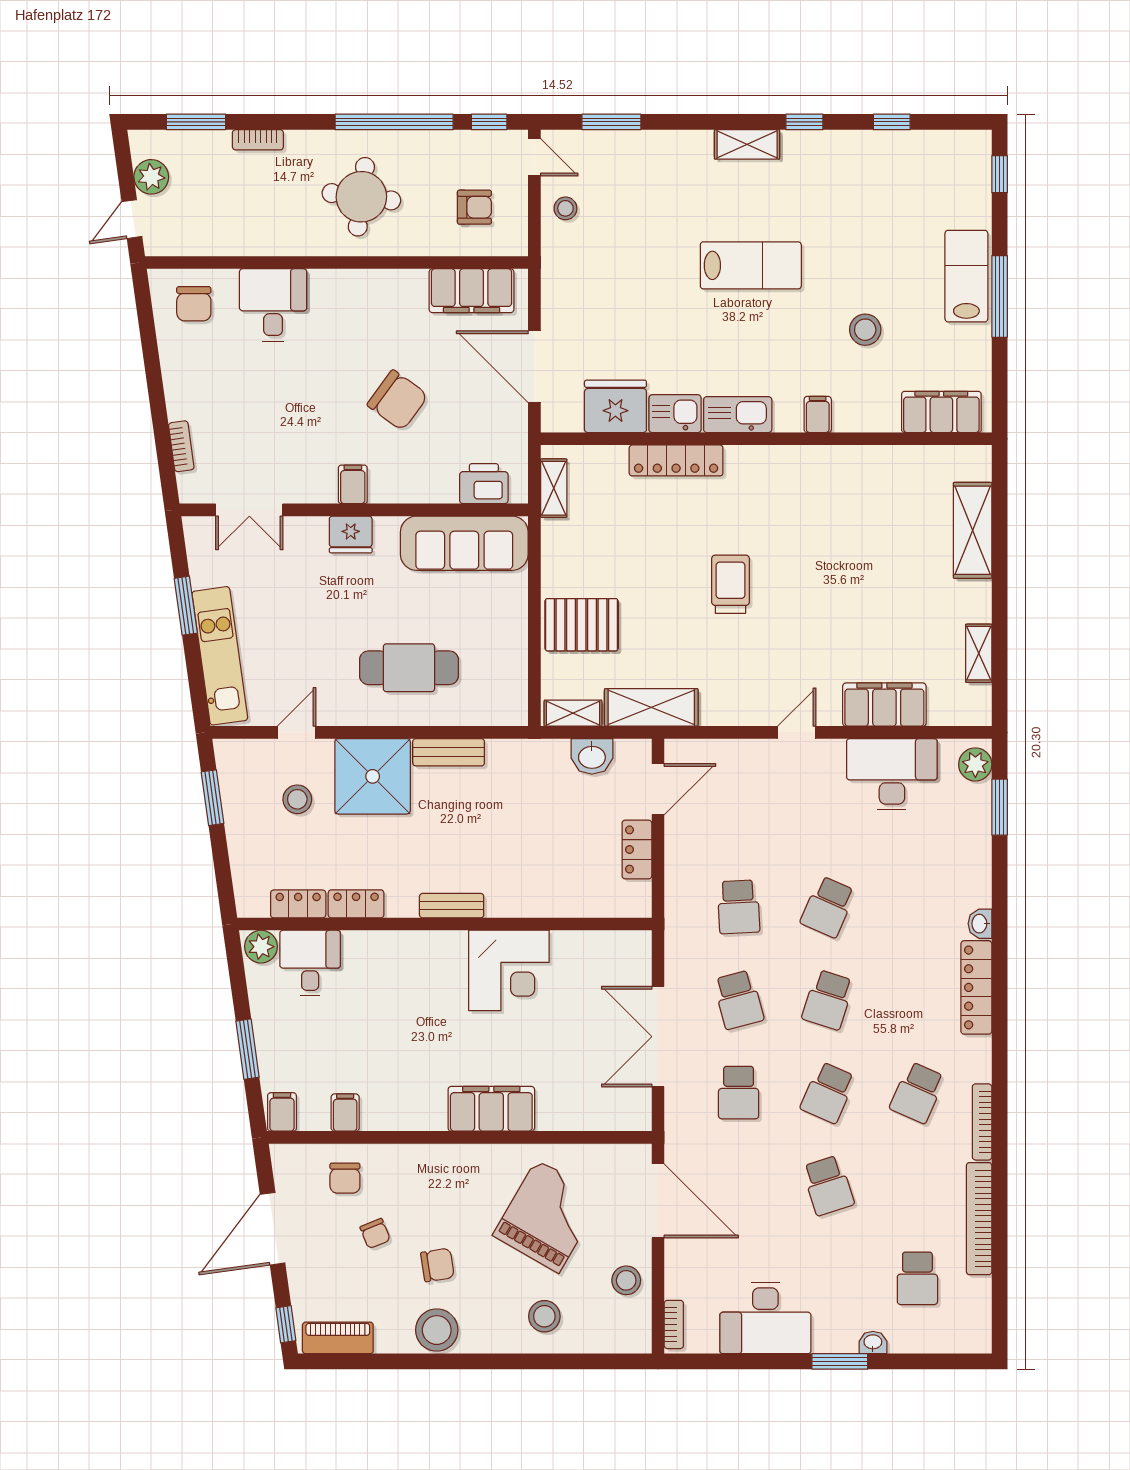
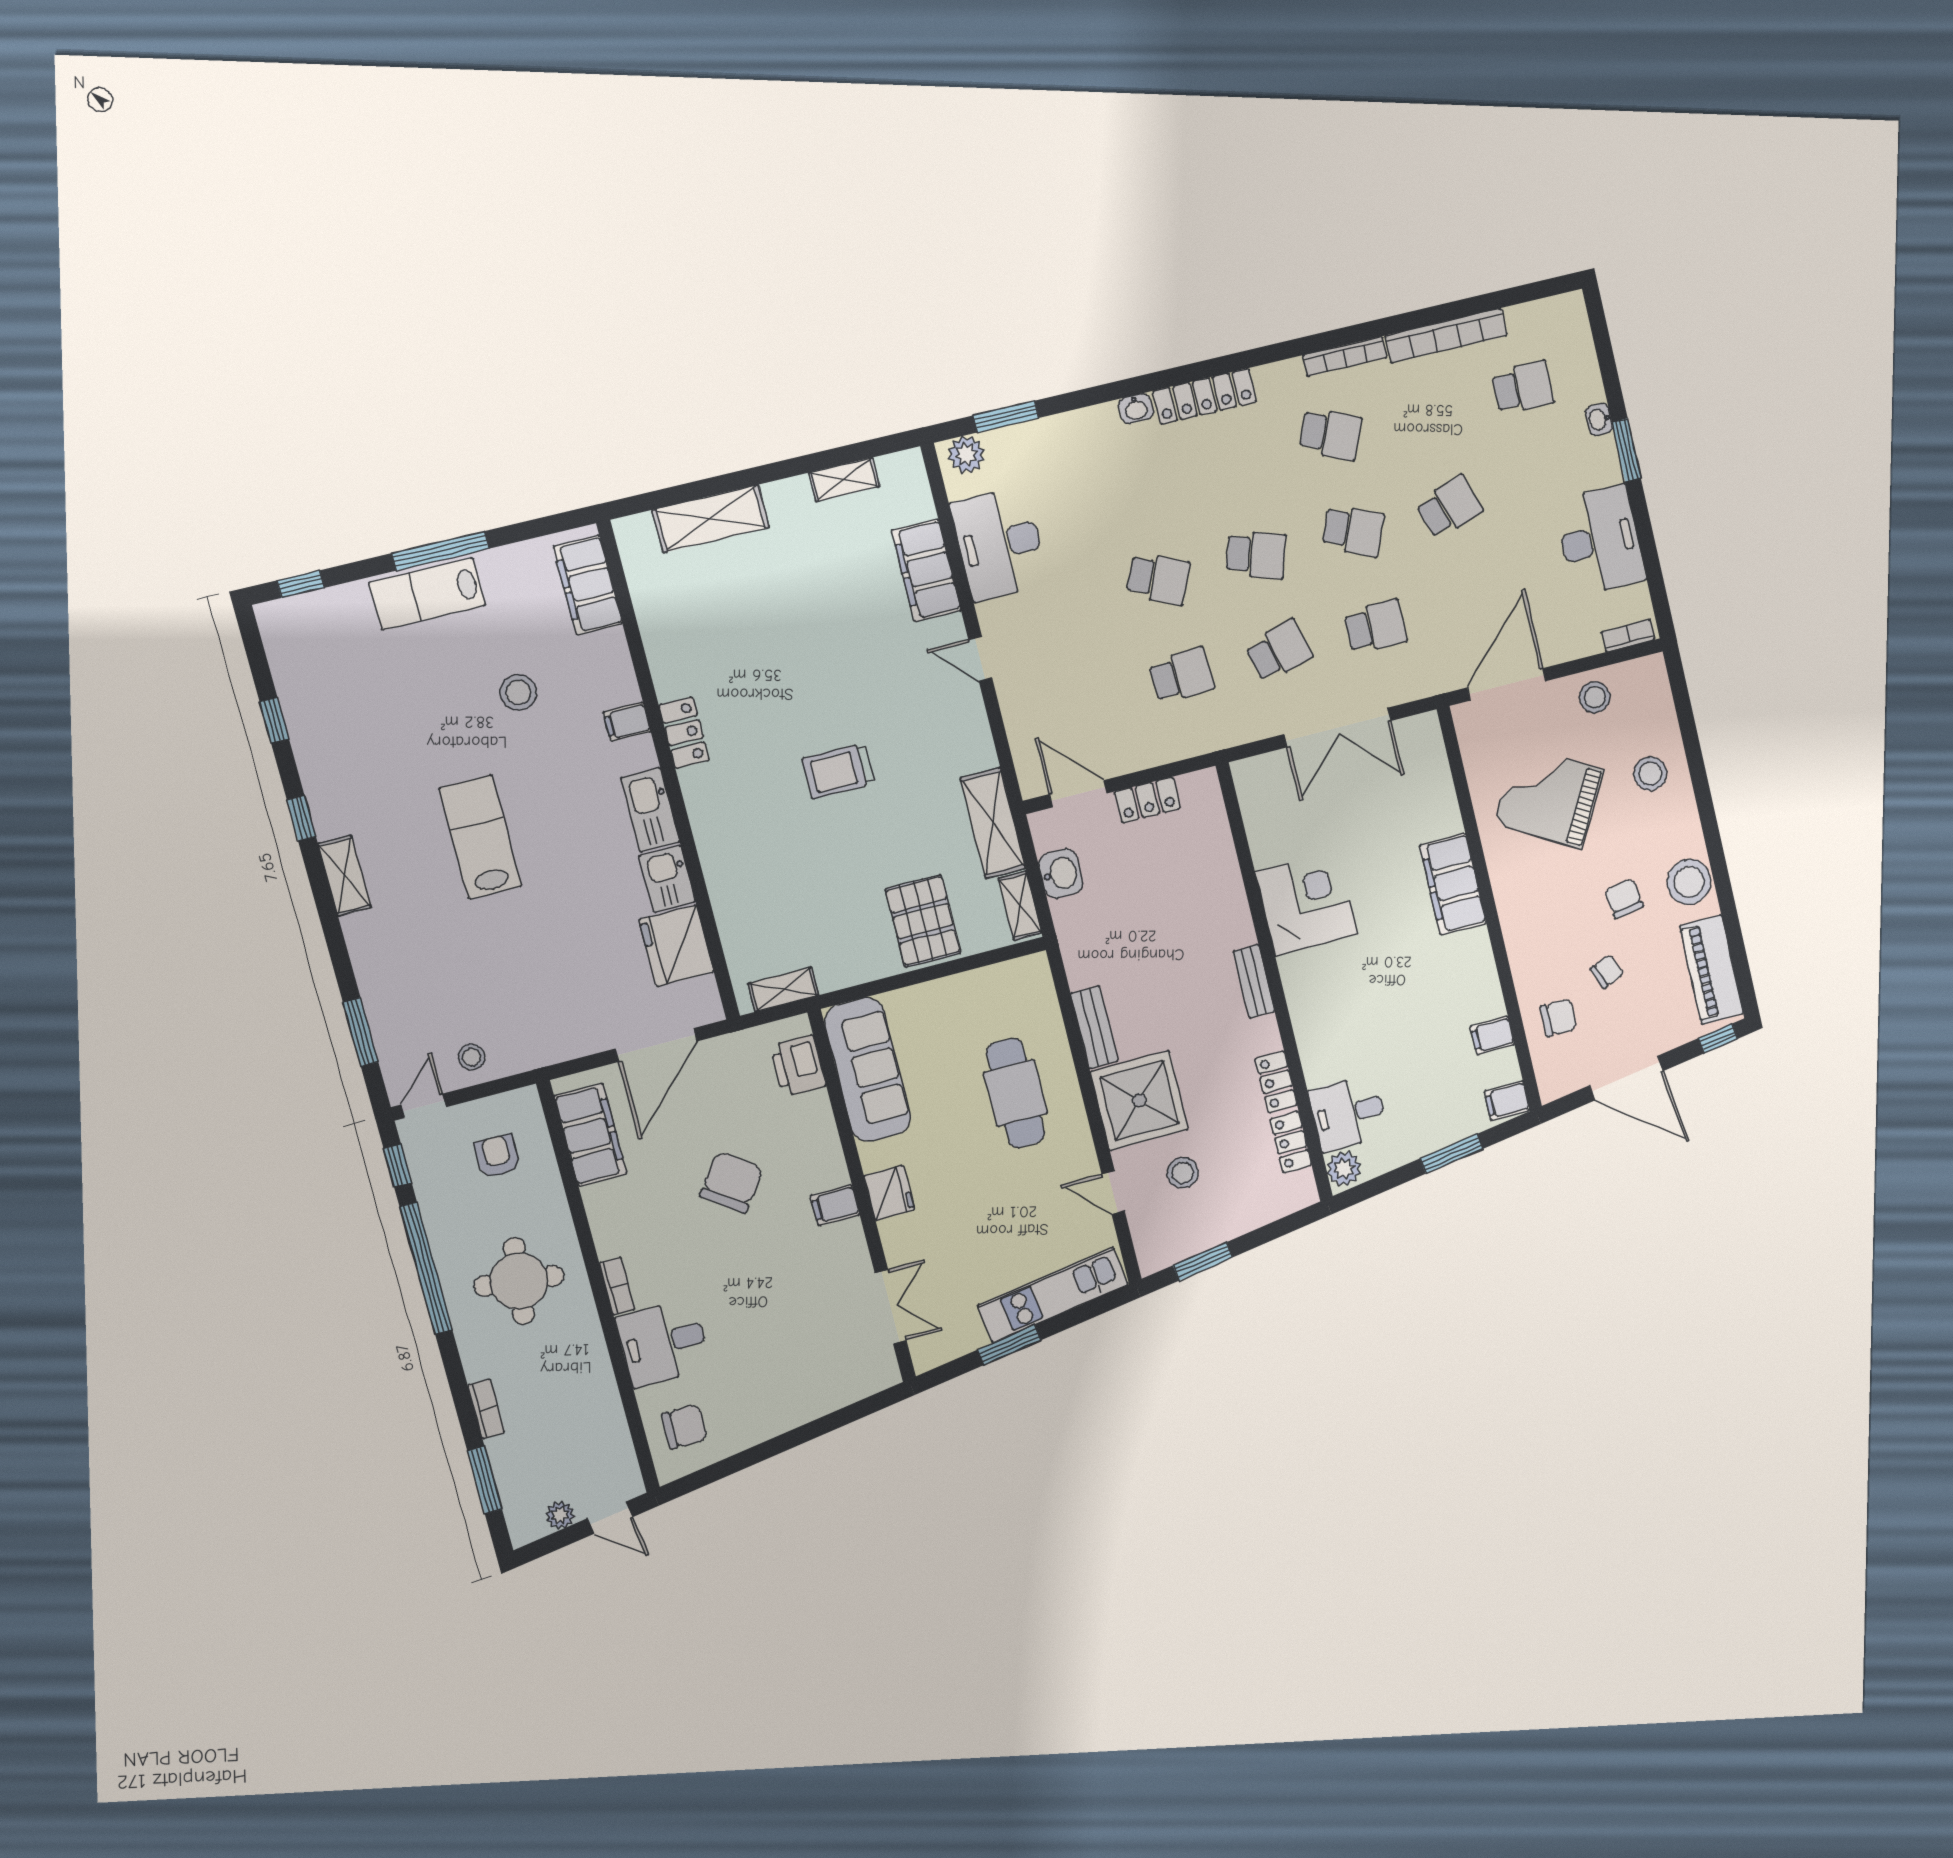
plant: (151, 177) -> (560, 1515), width x0.73, depth x0.73
bookcase: (181, 446) -> (617, 1286), moved, turned 98
locker: (676, 460) -> (684, 733), moved, width x0.66
piano: (338, 1338) -> (1712, 970), width x1.37, depth x1.33

